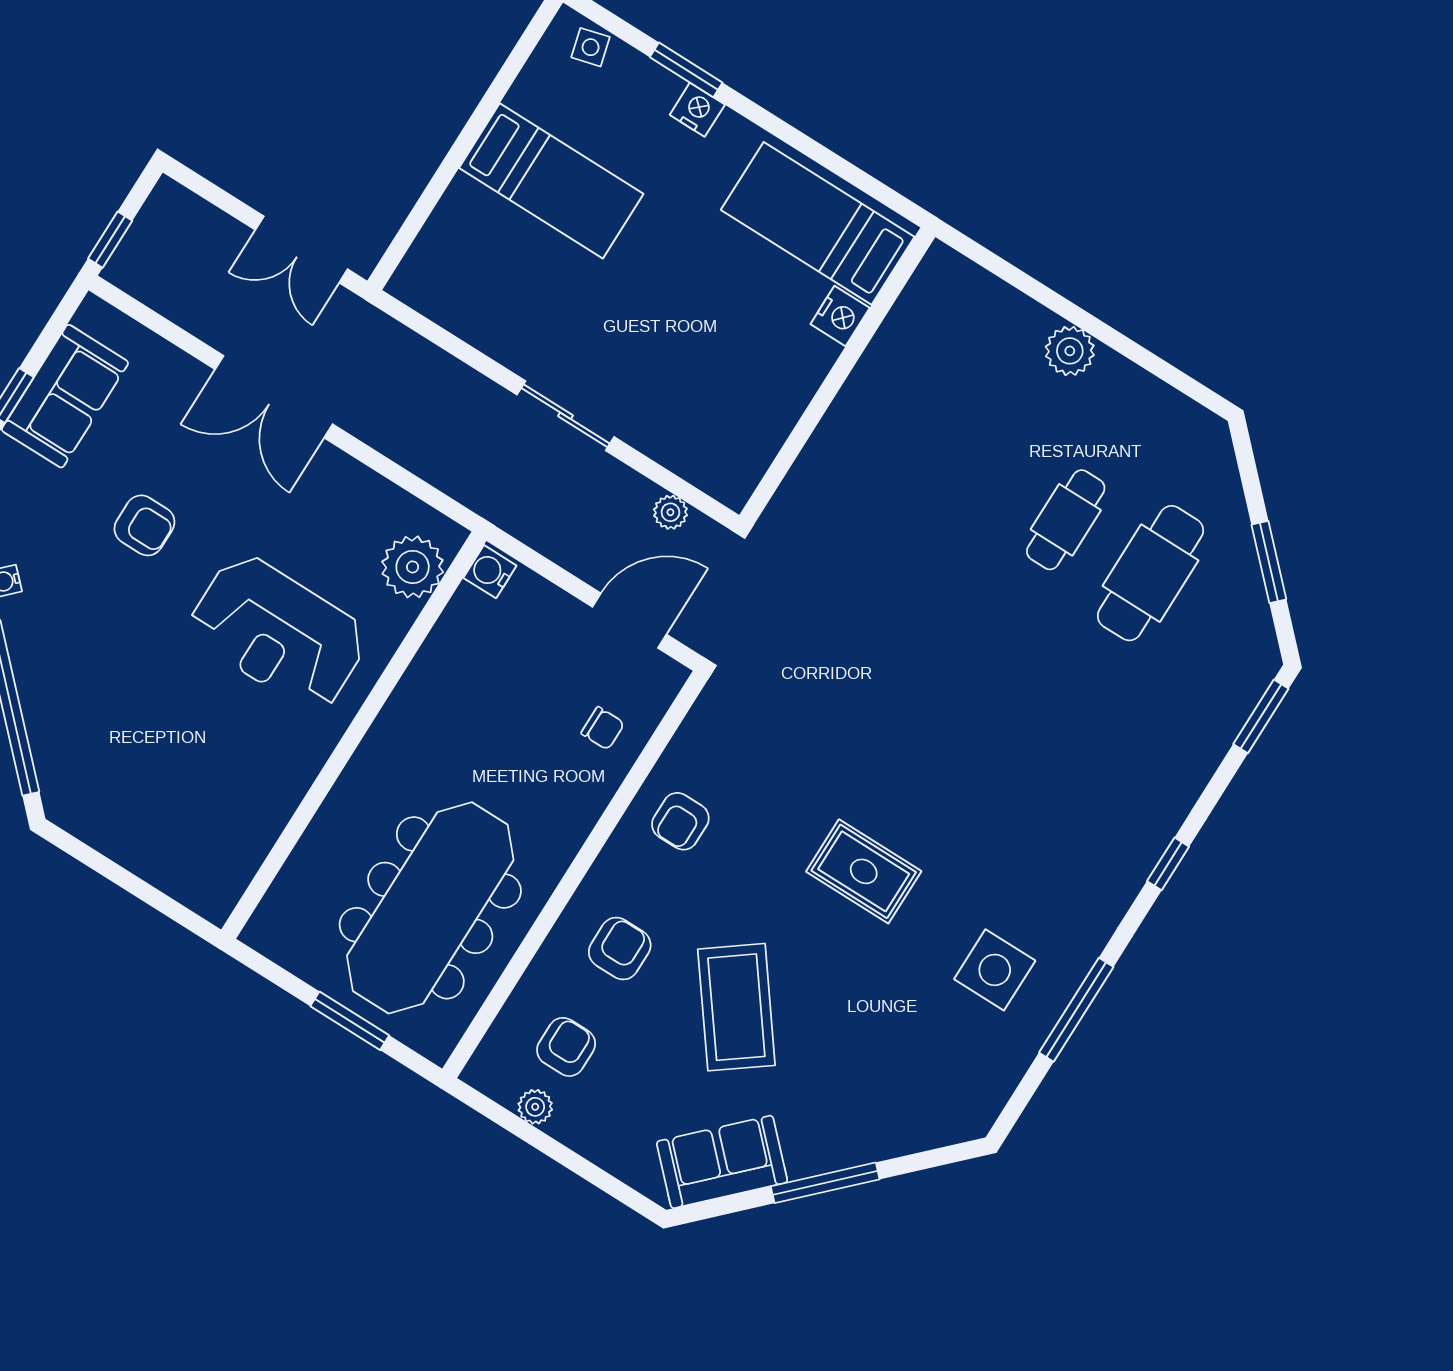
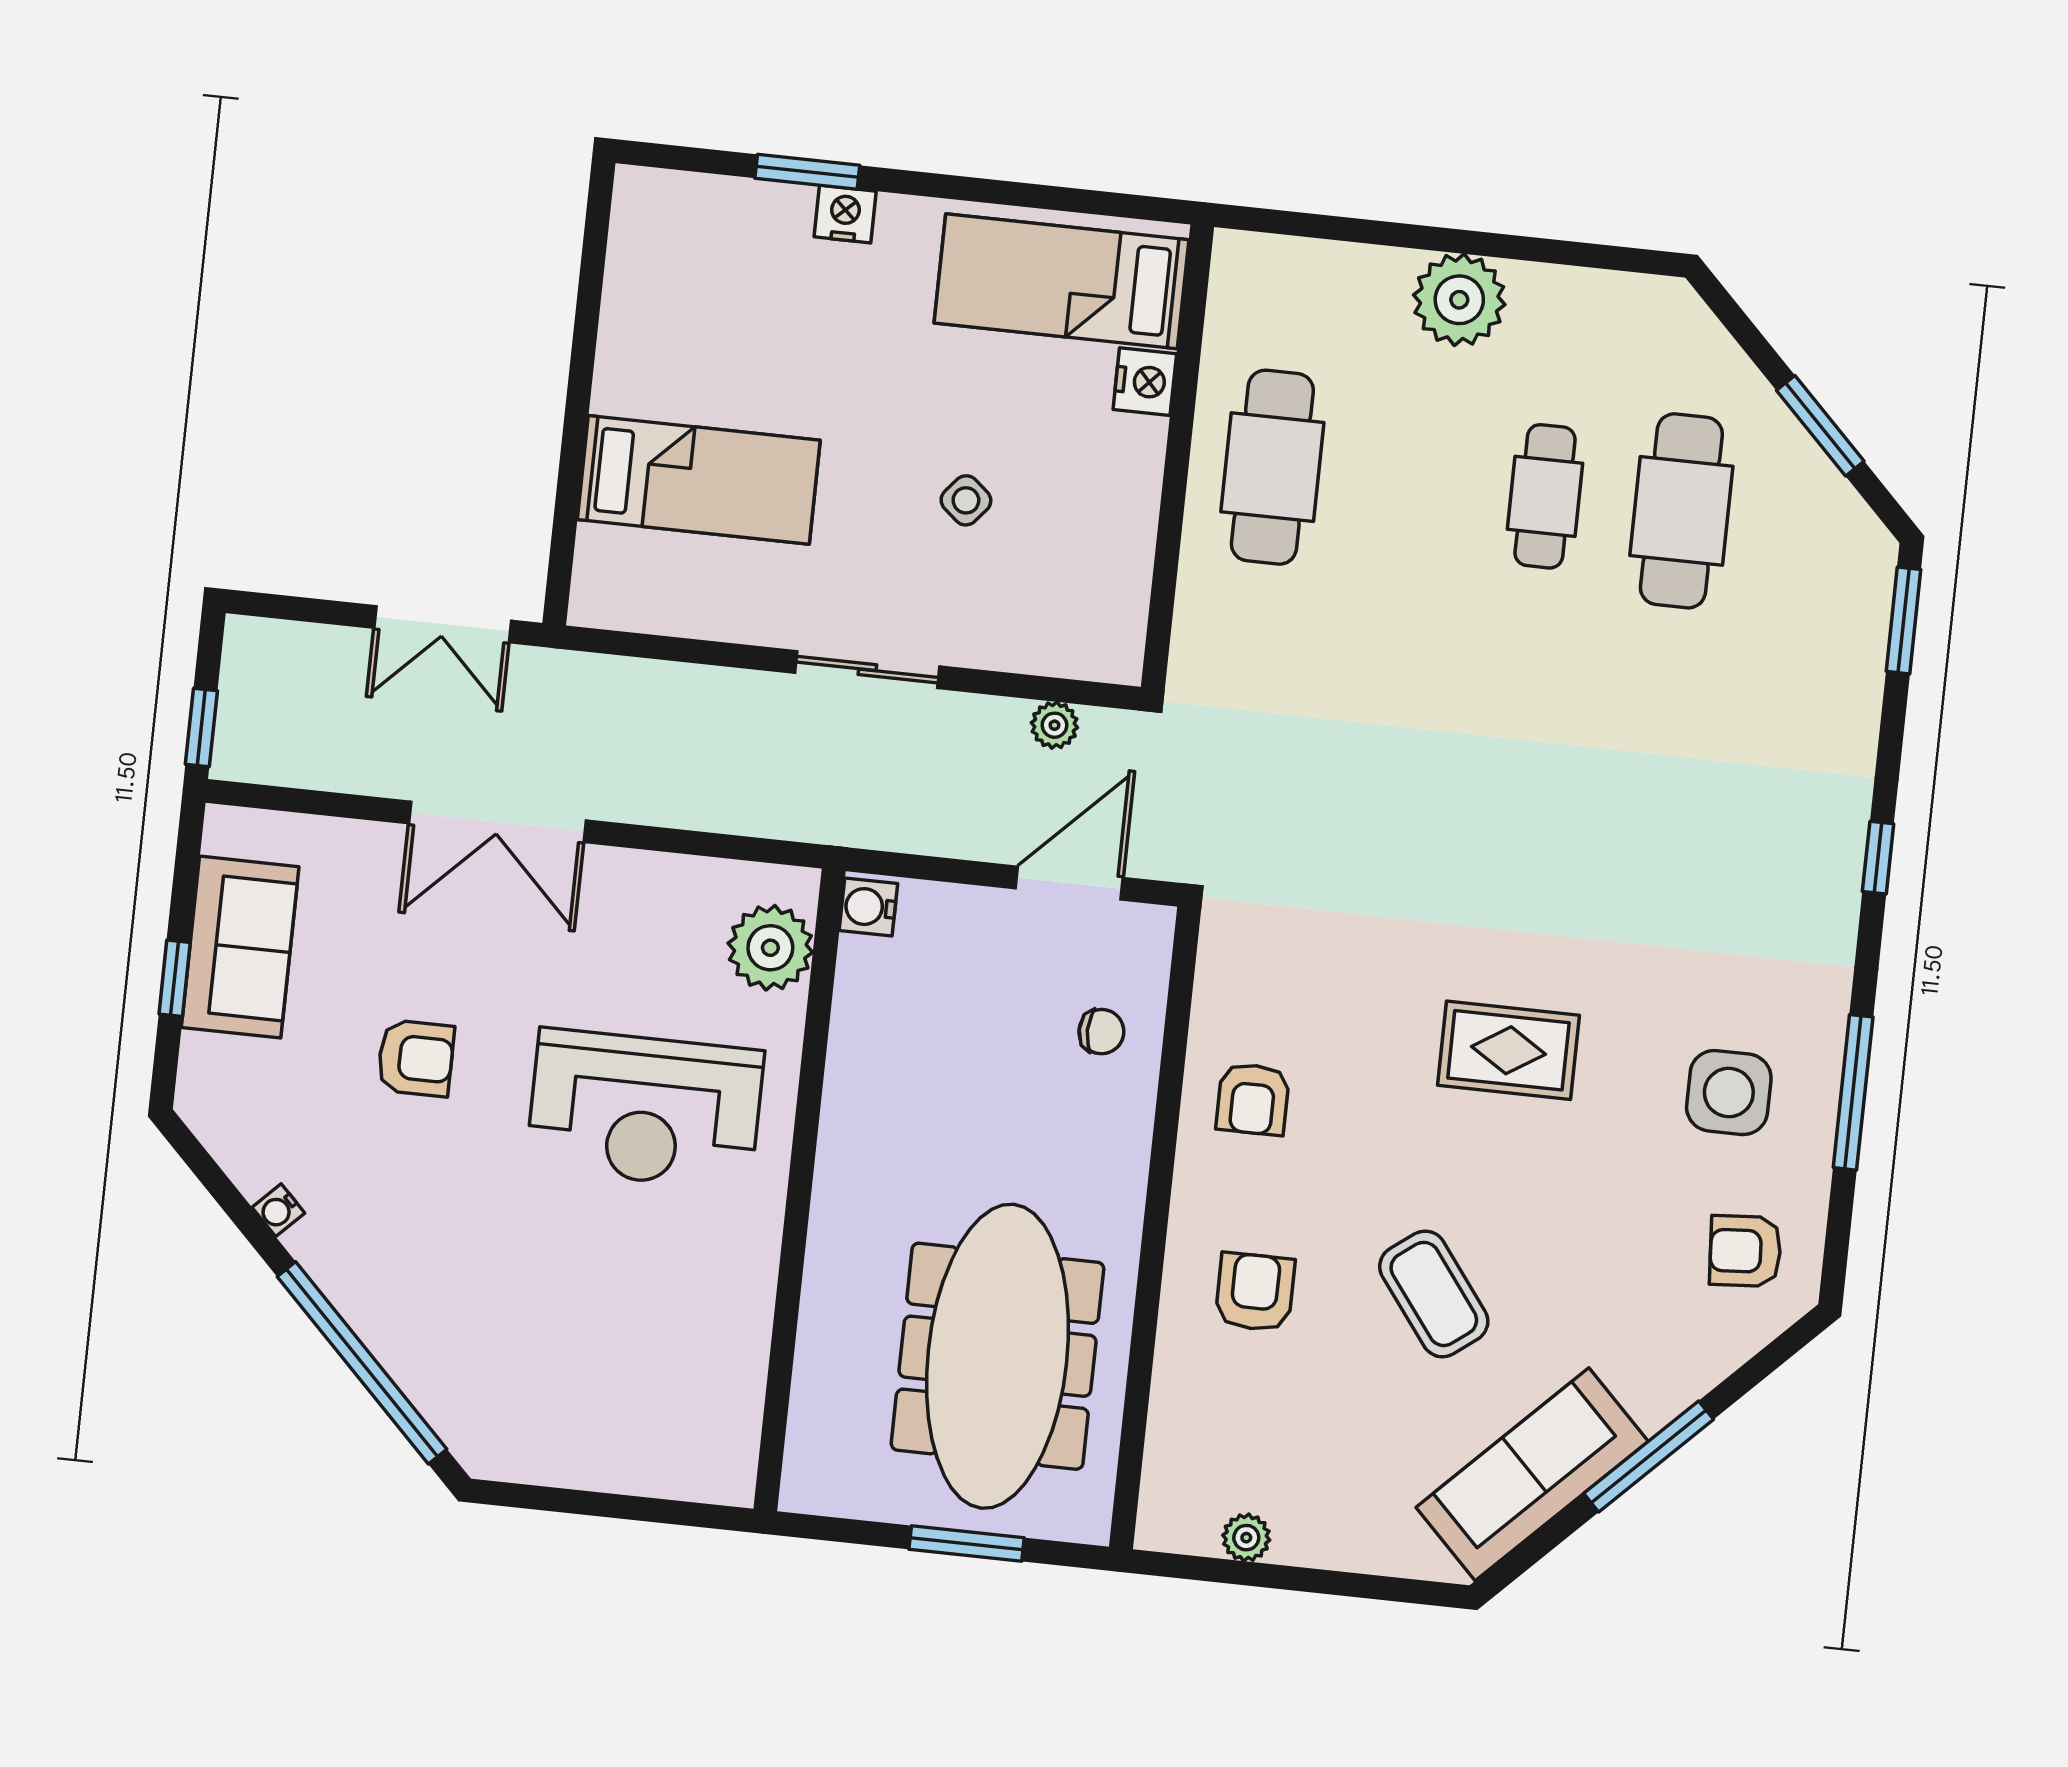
side table: (591, 47) -> (966, 500), moved, turned -35
bed: (551, 181) -> (699, 480), moved
plant: (1070, 351) -> (1459, 300), width x1.36, depth x1.36
cafe table: (896, 413) -> (1272, 467), added
coffee table: (736, 1007) -> (1434, 1294), width x0.73, depth x0.76
armchair: (566, 1047) -> (1745, 1251), moved, turned -94
sofa: (722, 1162) -> (1532, 1474), width x1.36

